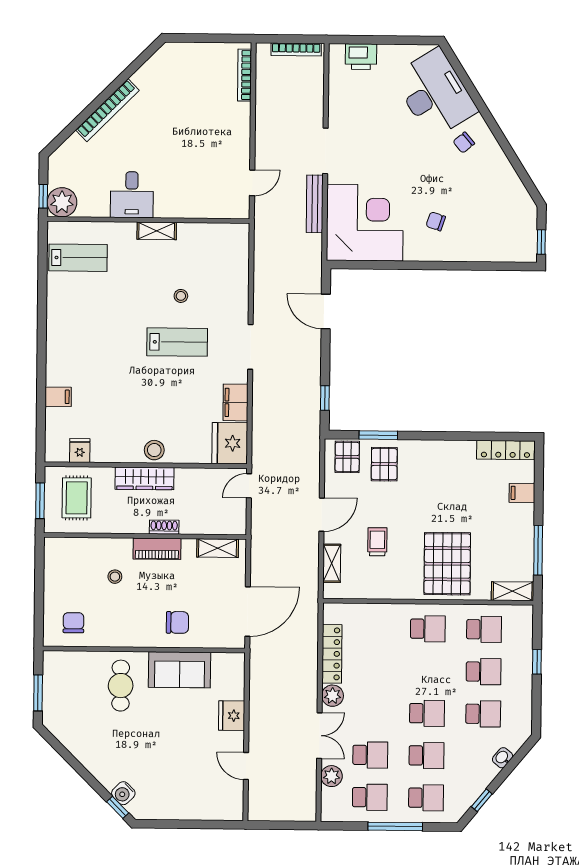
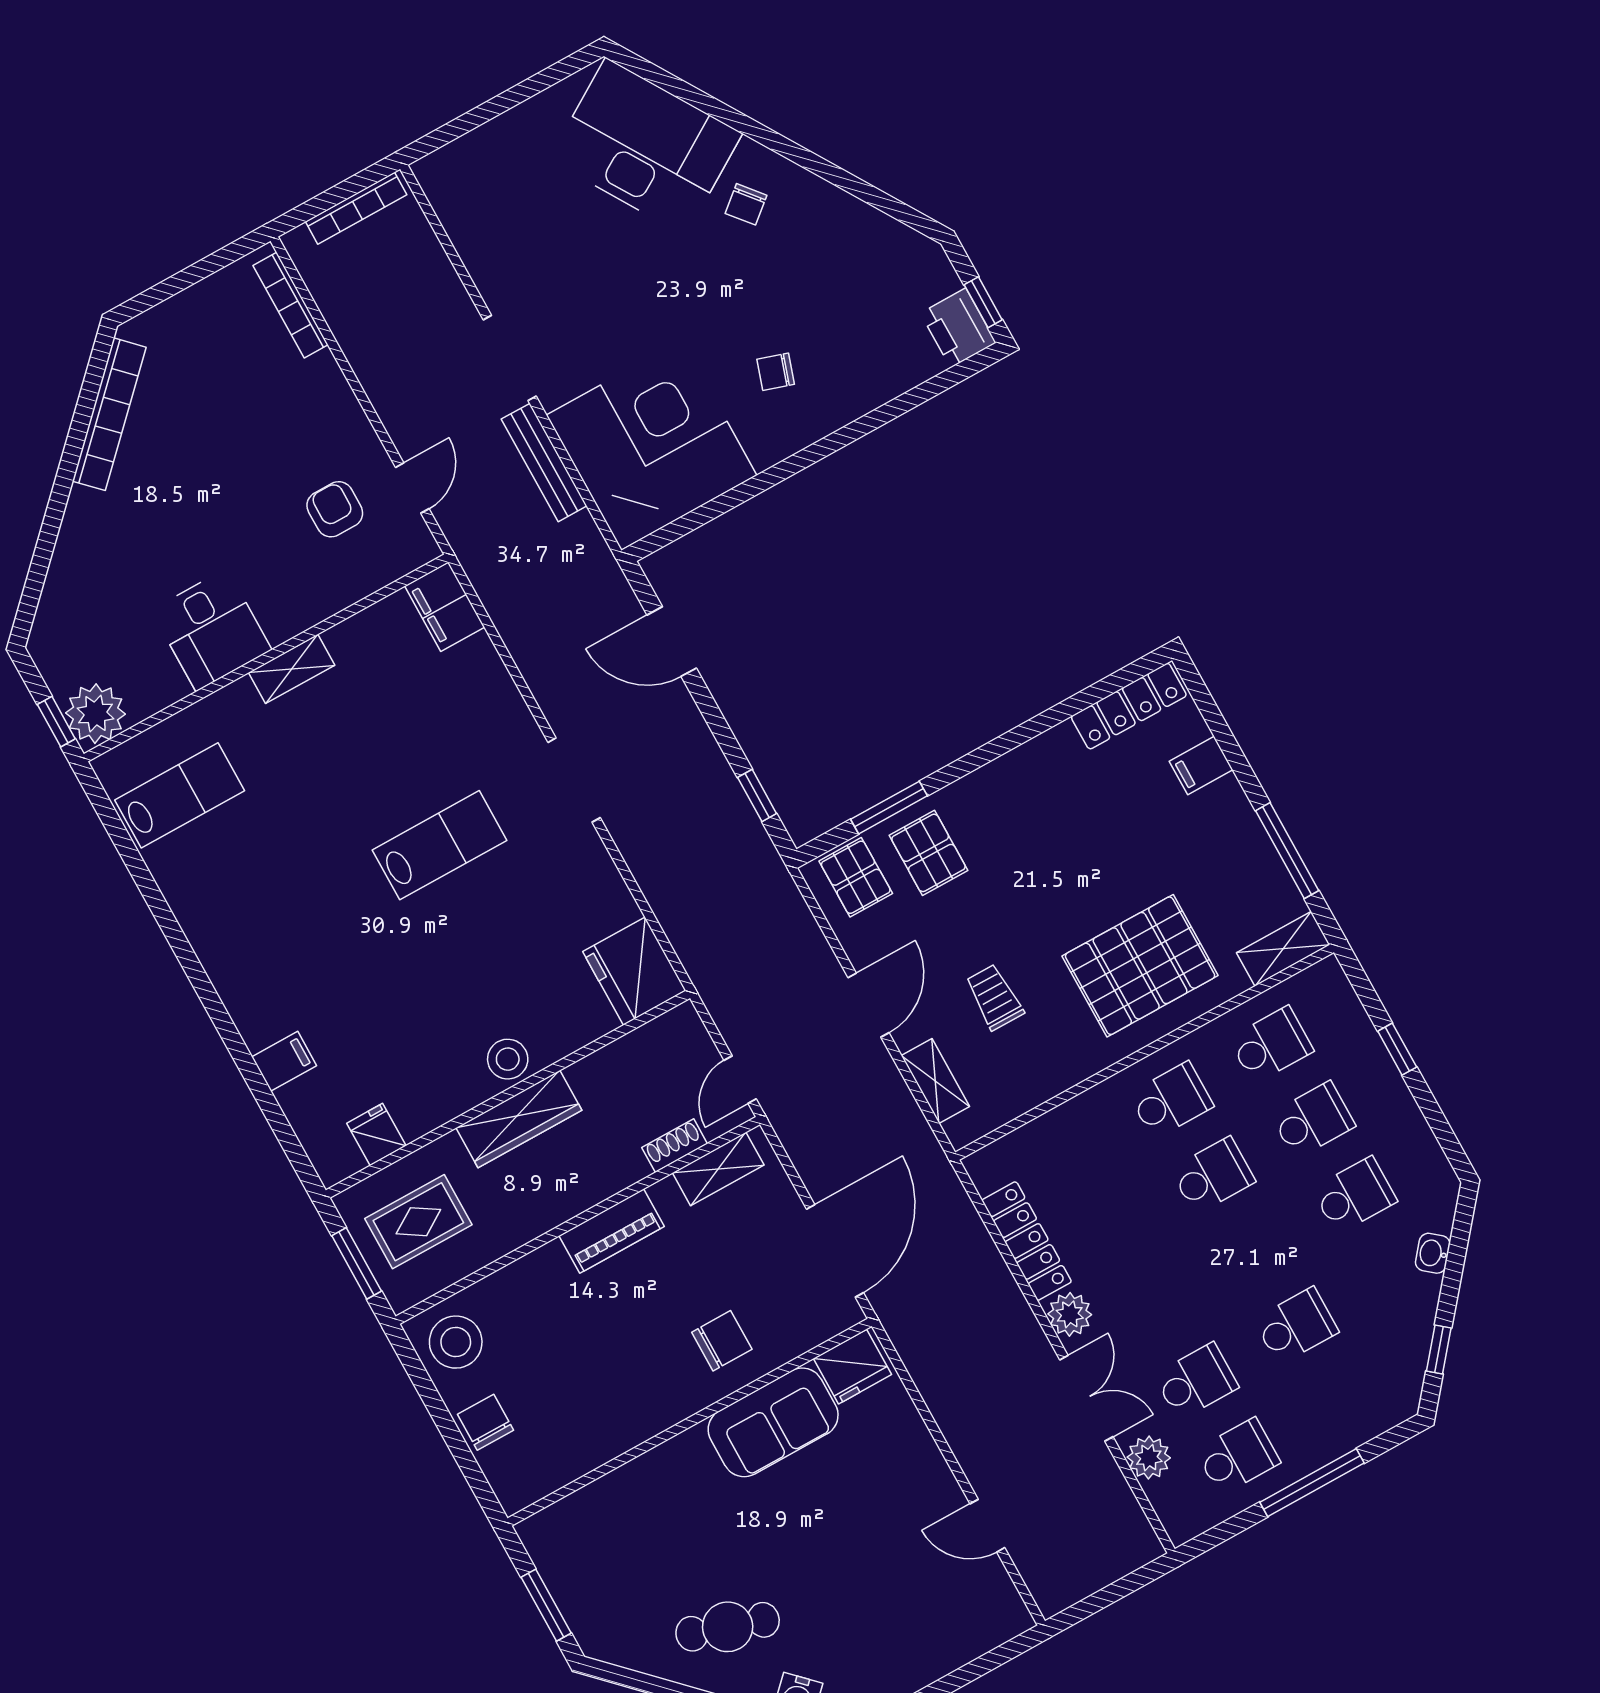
printer: (361, 57) -> (958, 328), moved, turned 90
bookcase: (107, 110) -> (109, 414), moved
armchair: (214, 173) -> (335, 509), added
stool: (181, 296) -> (400, 760), removed
filing cabinet: (235, 402) -> (445, 607), moved
door: (249, 486) -> (740, 1080), moved
rug: (77, 498) -> (418, 1222), turned 90
shoe rack: (164, 527) -> (675, 1146), moved
pallet: (447, 564) -> (1140, 966), turned 90
stool: (115, 577) -> (456, 1342), moved, width x1.89, depth x1.89
chair: (73, 623) -> (485, 1422), moved
cafe table: (121, 686) -> (728, 1627), moved, turned -72
school desk: (427, 713) -> (1213, 1175), moved
fridge: (232, 716) -> (853, 1367), moved, turned -90
school desk: (426, 798) -> (1338, 1401), removed

